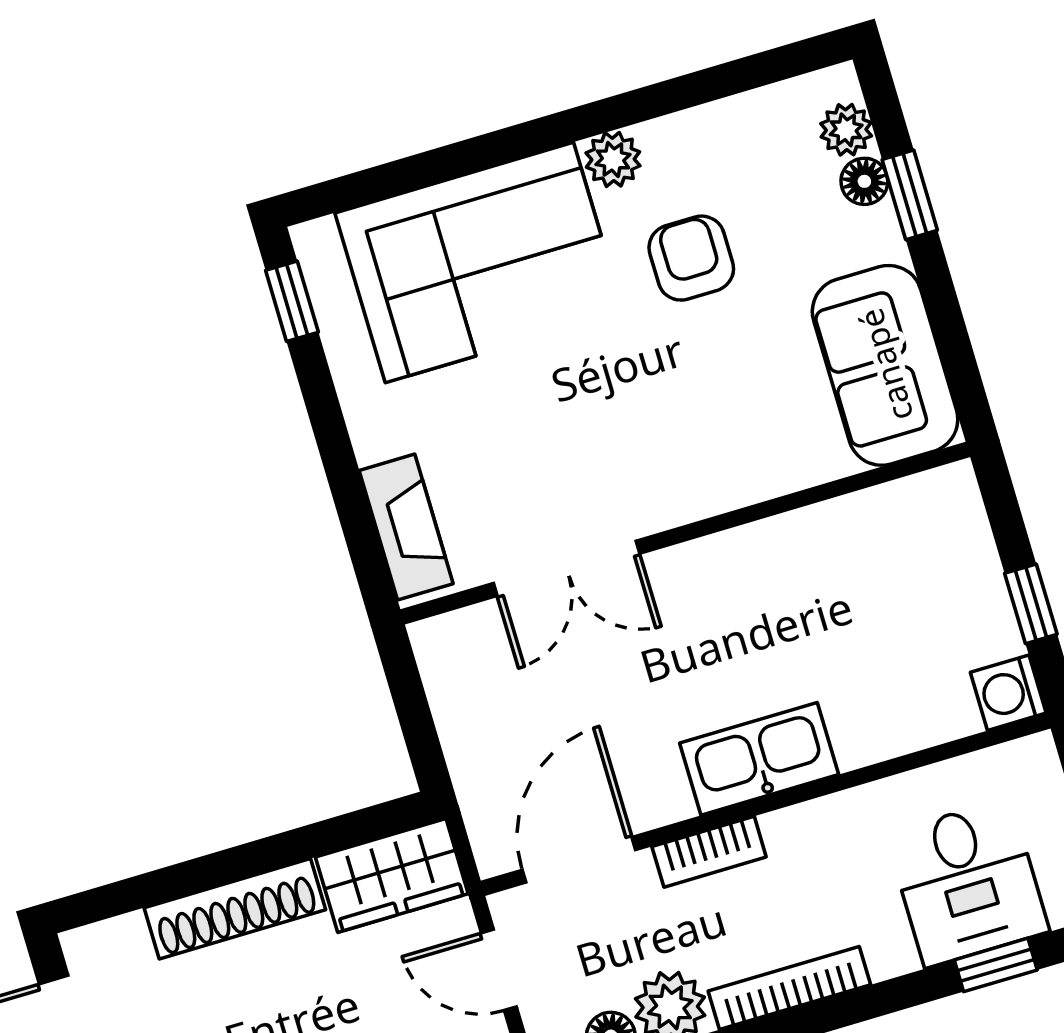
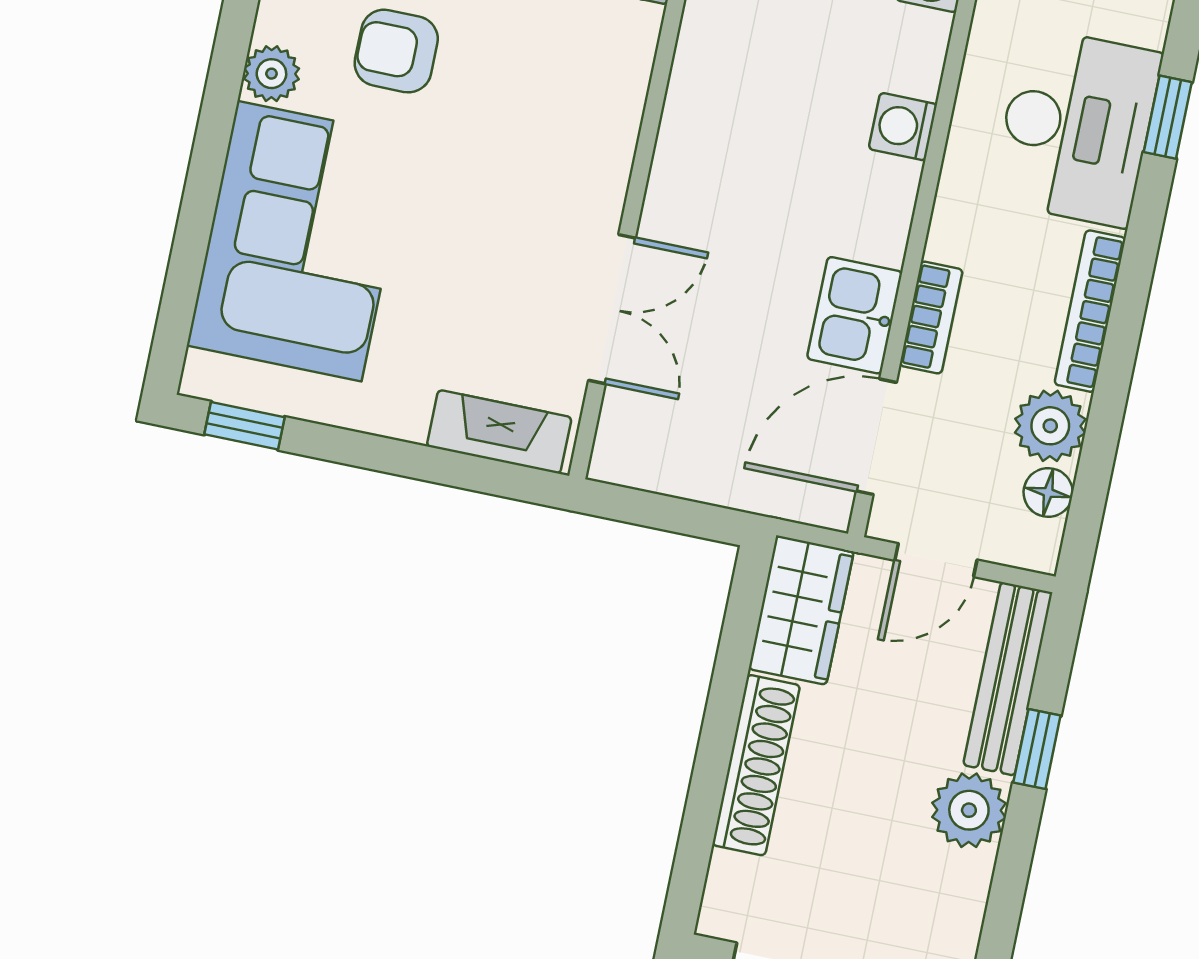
washing machine: (863, 737) -> (903, 127), added
kitchen sink: (759, 759) -> (855, 315), moved, width x0.73
door: (579, 860) -> (876, 437), hinge flipped
desk: (968, 883) -> (1076, 127), width x1.37

